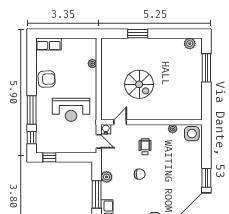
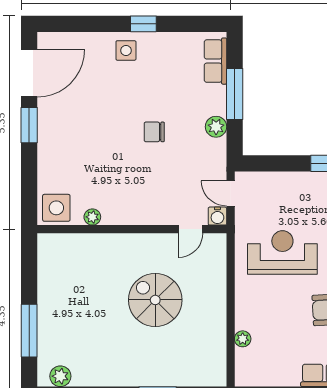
wheelchair: (145, 147) -> (144, 183), removed

